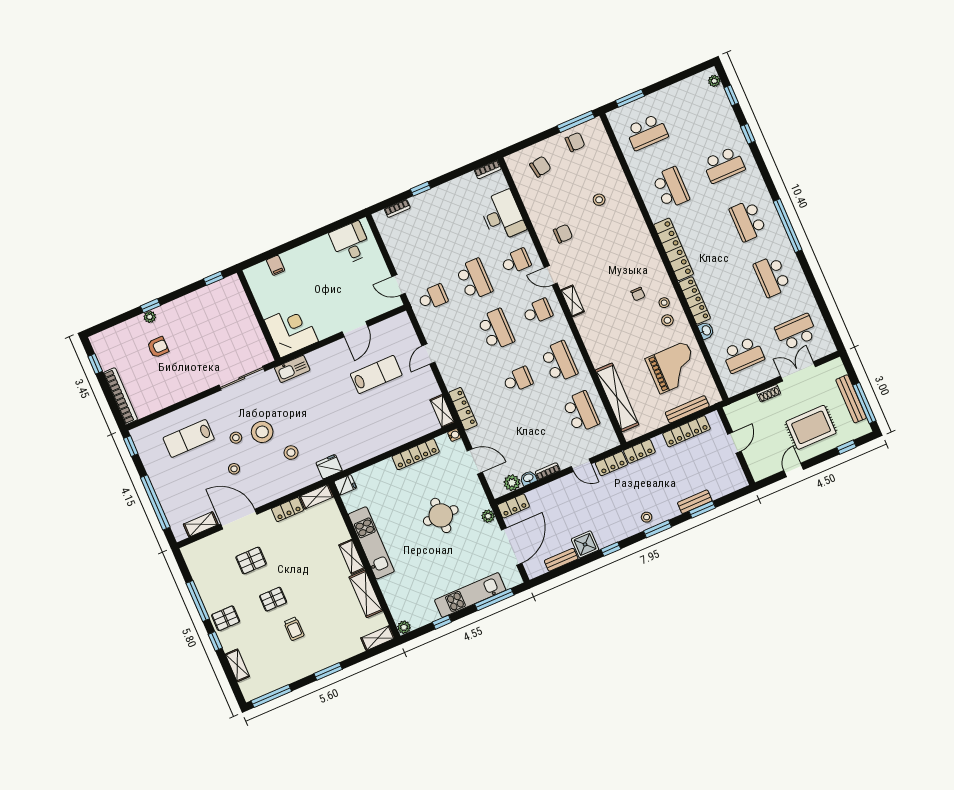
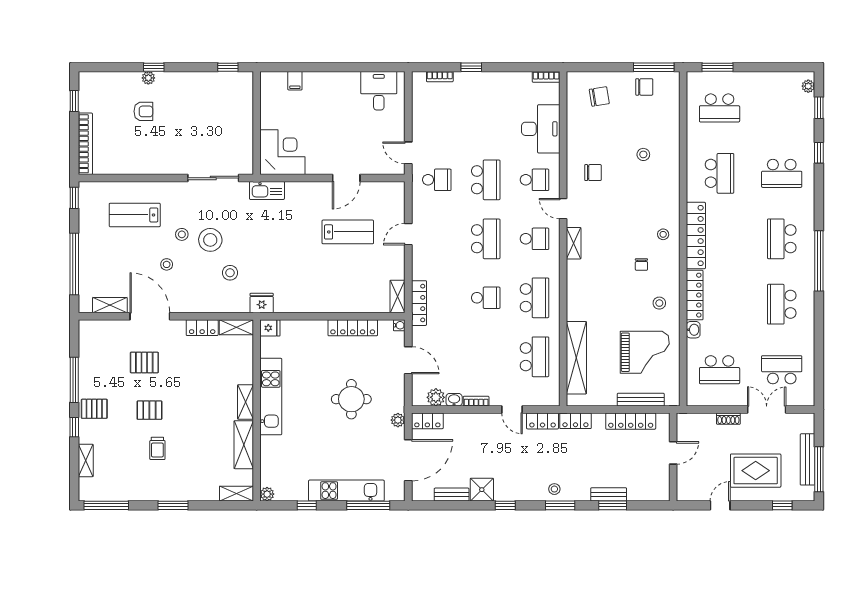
stool: (664, 303) -> (663, 234), moved

